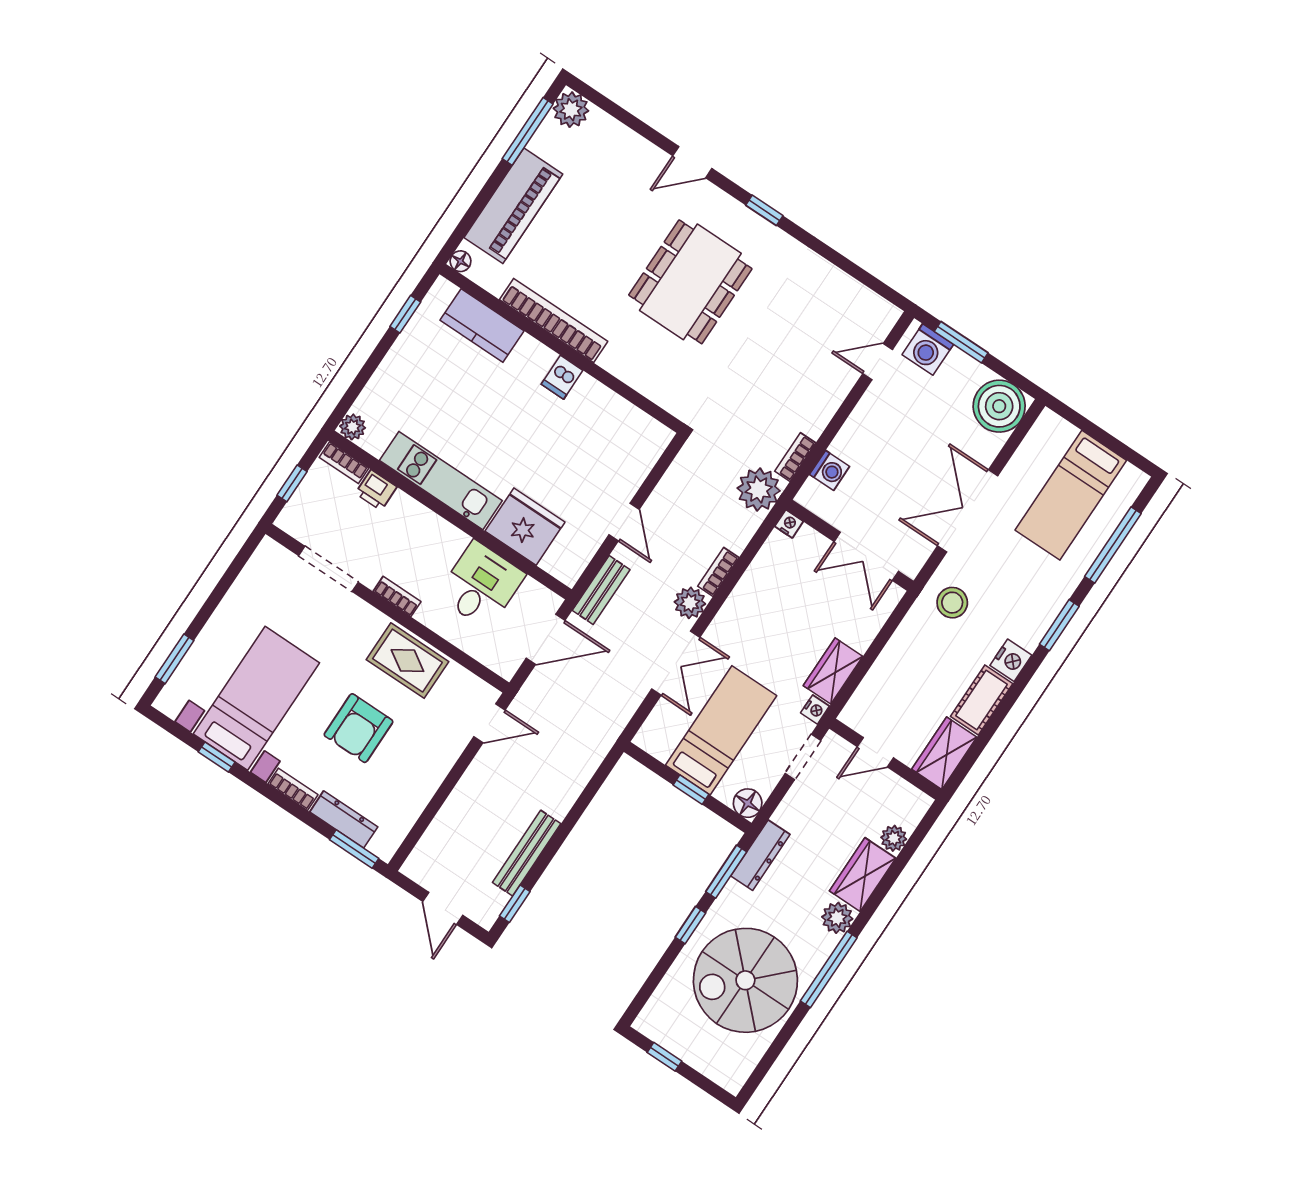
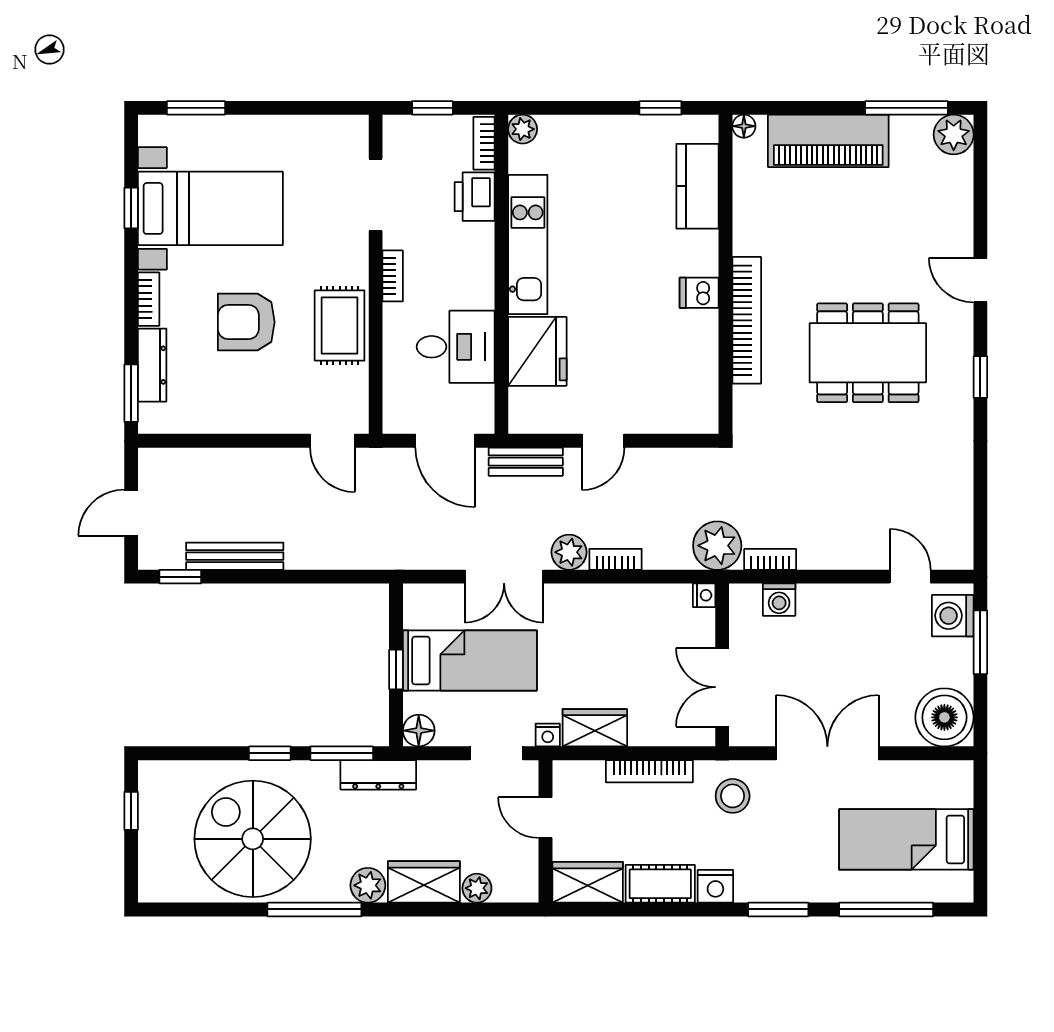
bookcase: (554, 320) -> (747, 320), moved
printer: (376, 490) -> (475, 197), width x1.36, depth x1.24
bookcase: (892, 652) -> (649, 771), added

